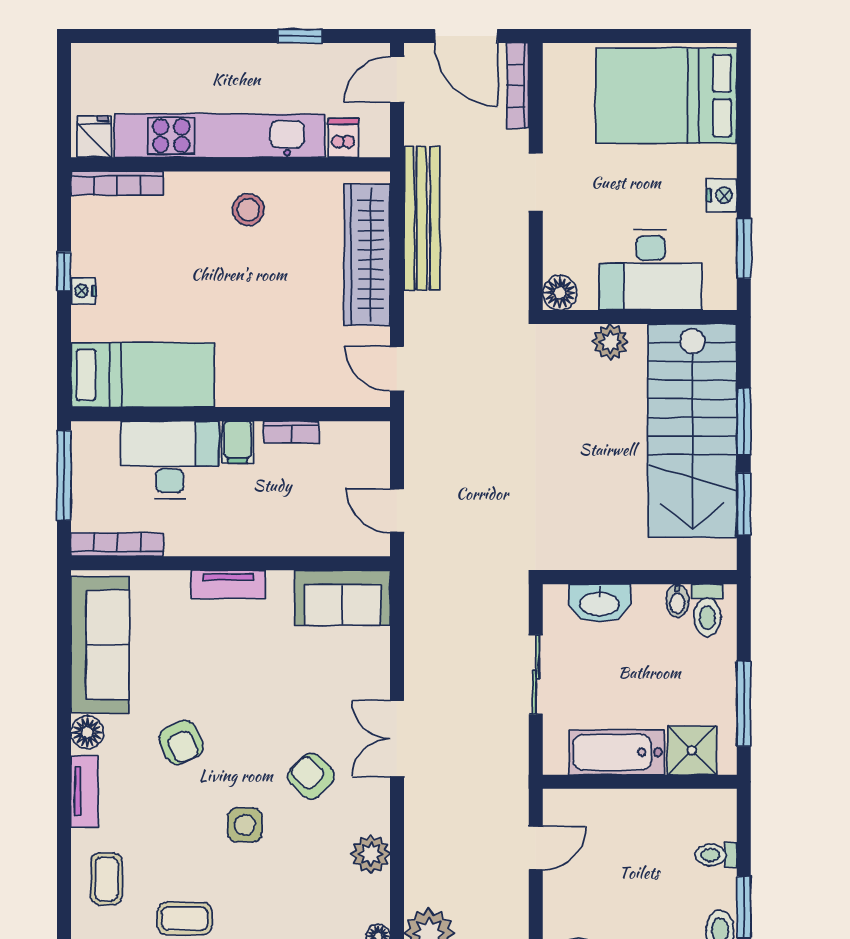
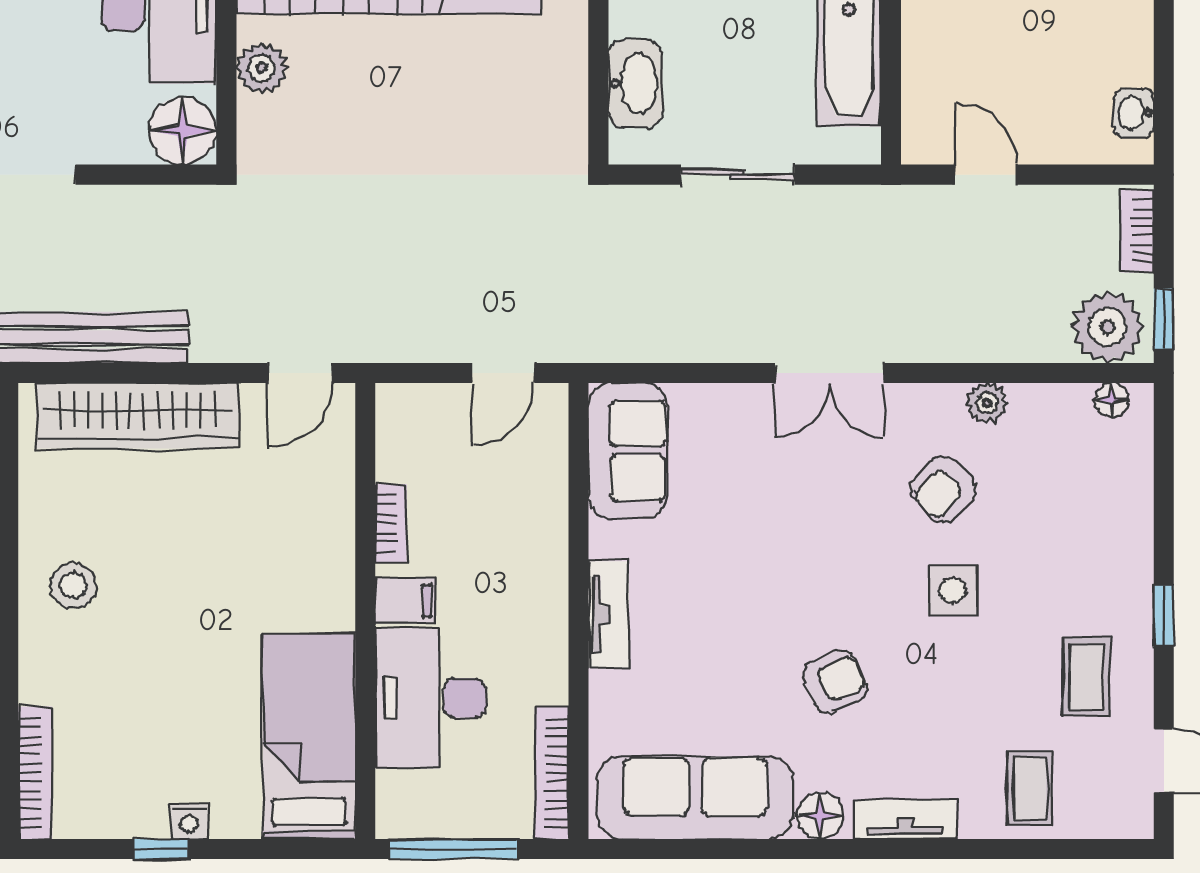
floor lamp: (560, 293) -> (183, 131), width x1.38, depth x1.38
armchair: (311, 776) -> (943, 489), moved
plant: (371, 854) -> (987, 403), width x0.73, depth x0.73
coffee table: (106, 879) -> (1030, 788), turned 90

